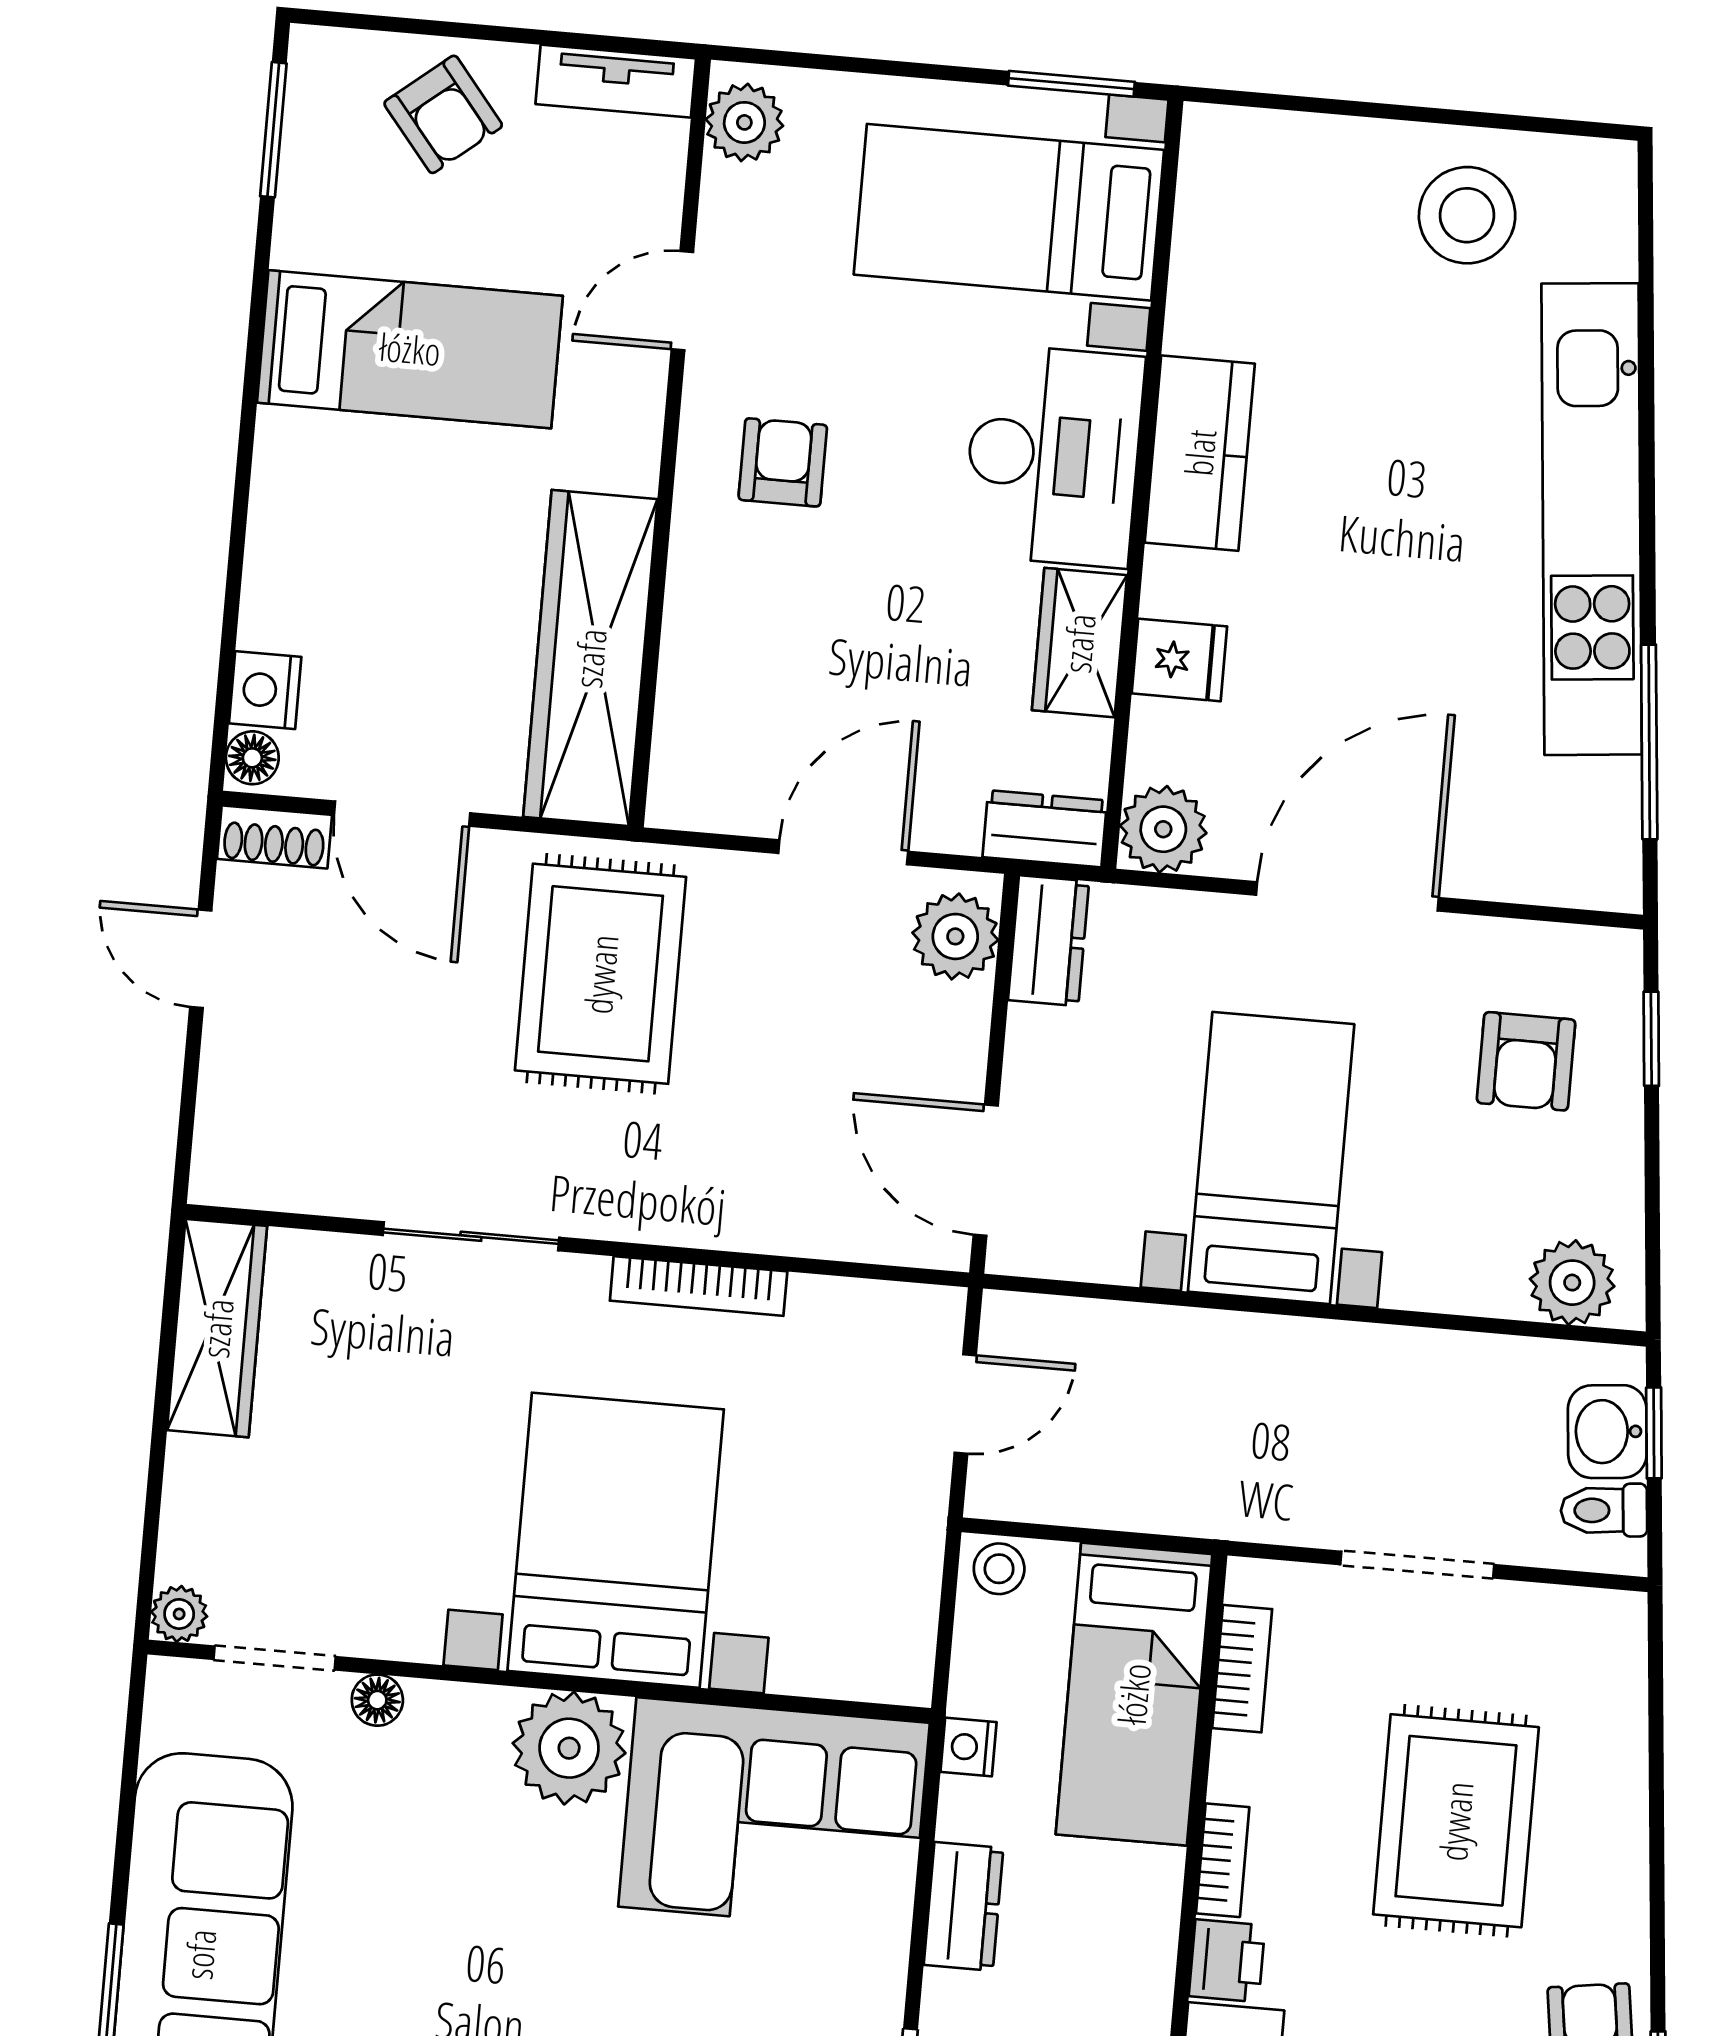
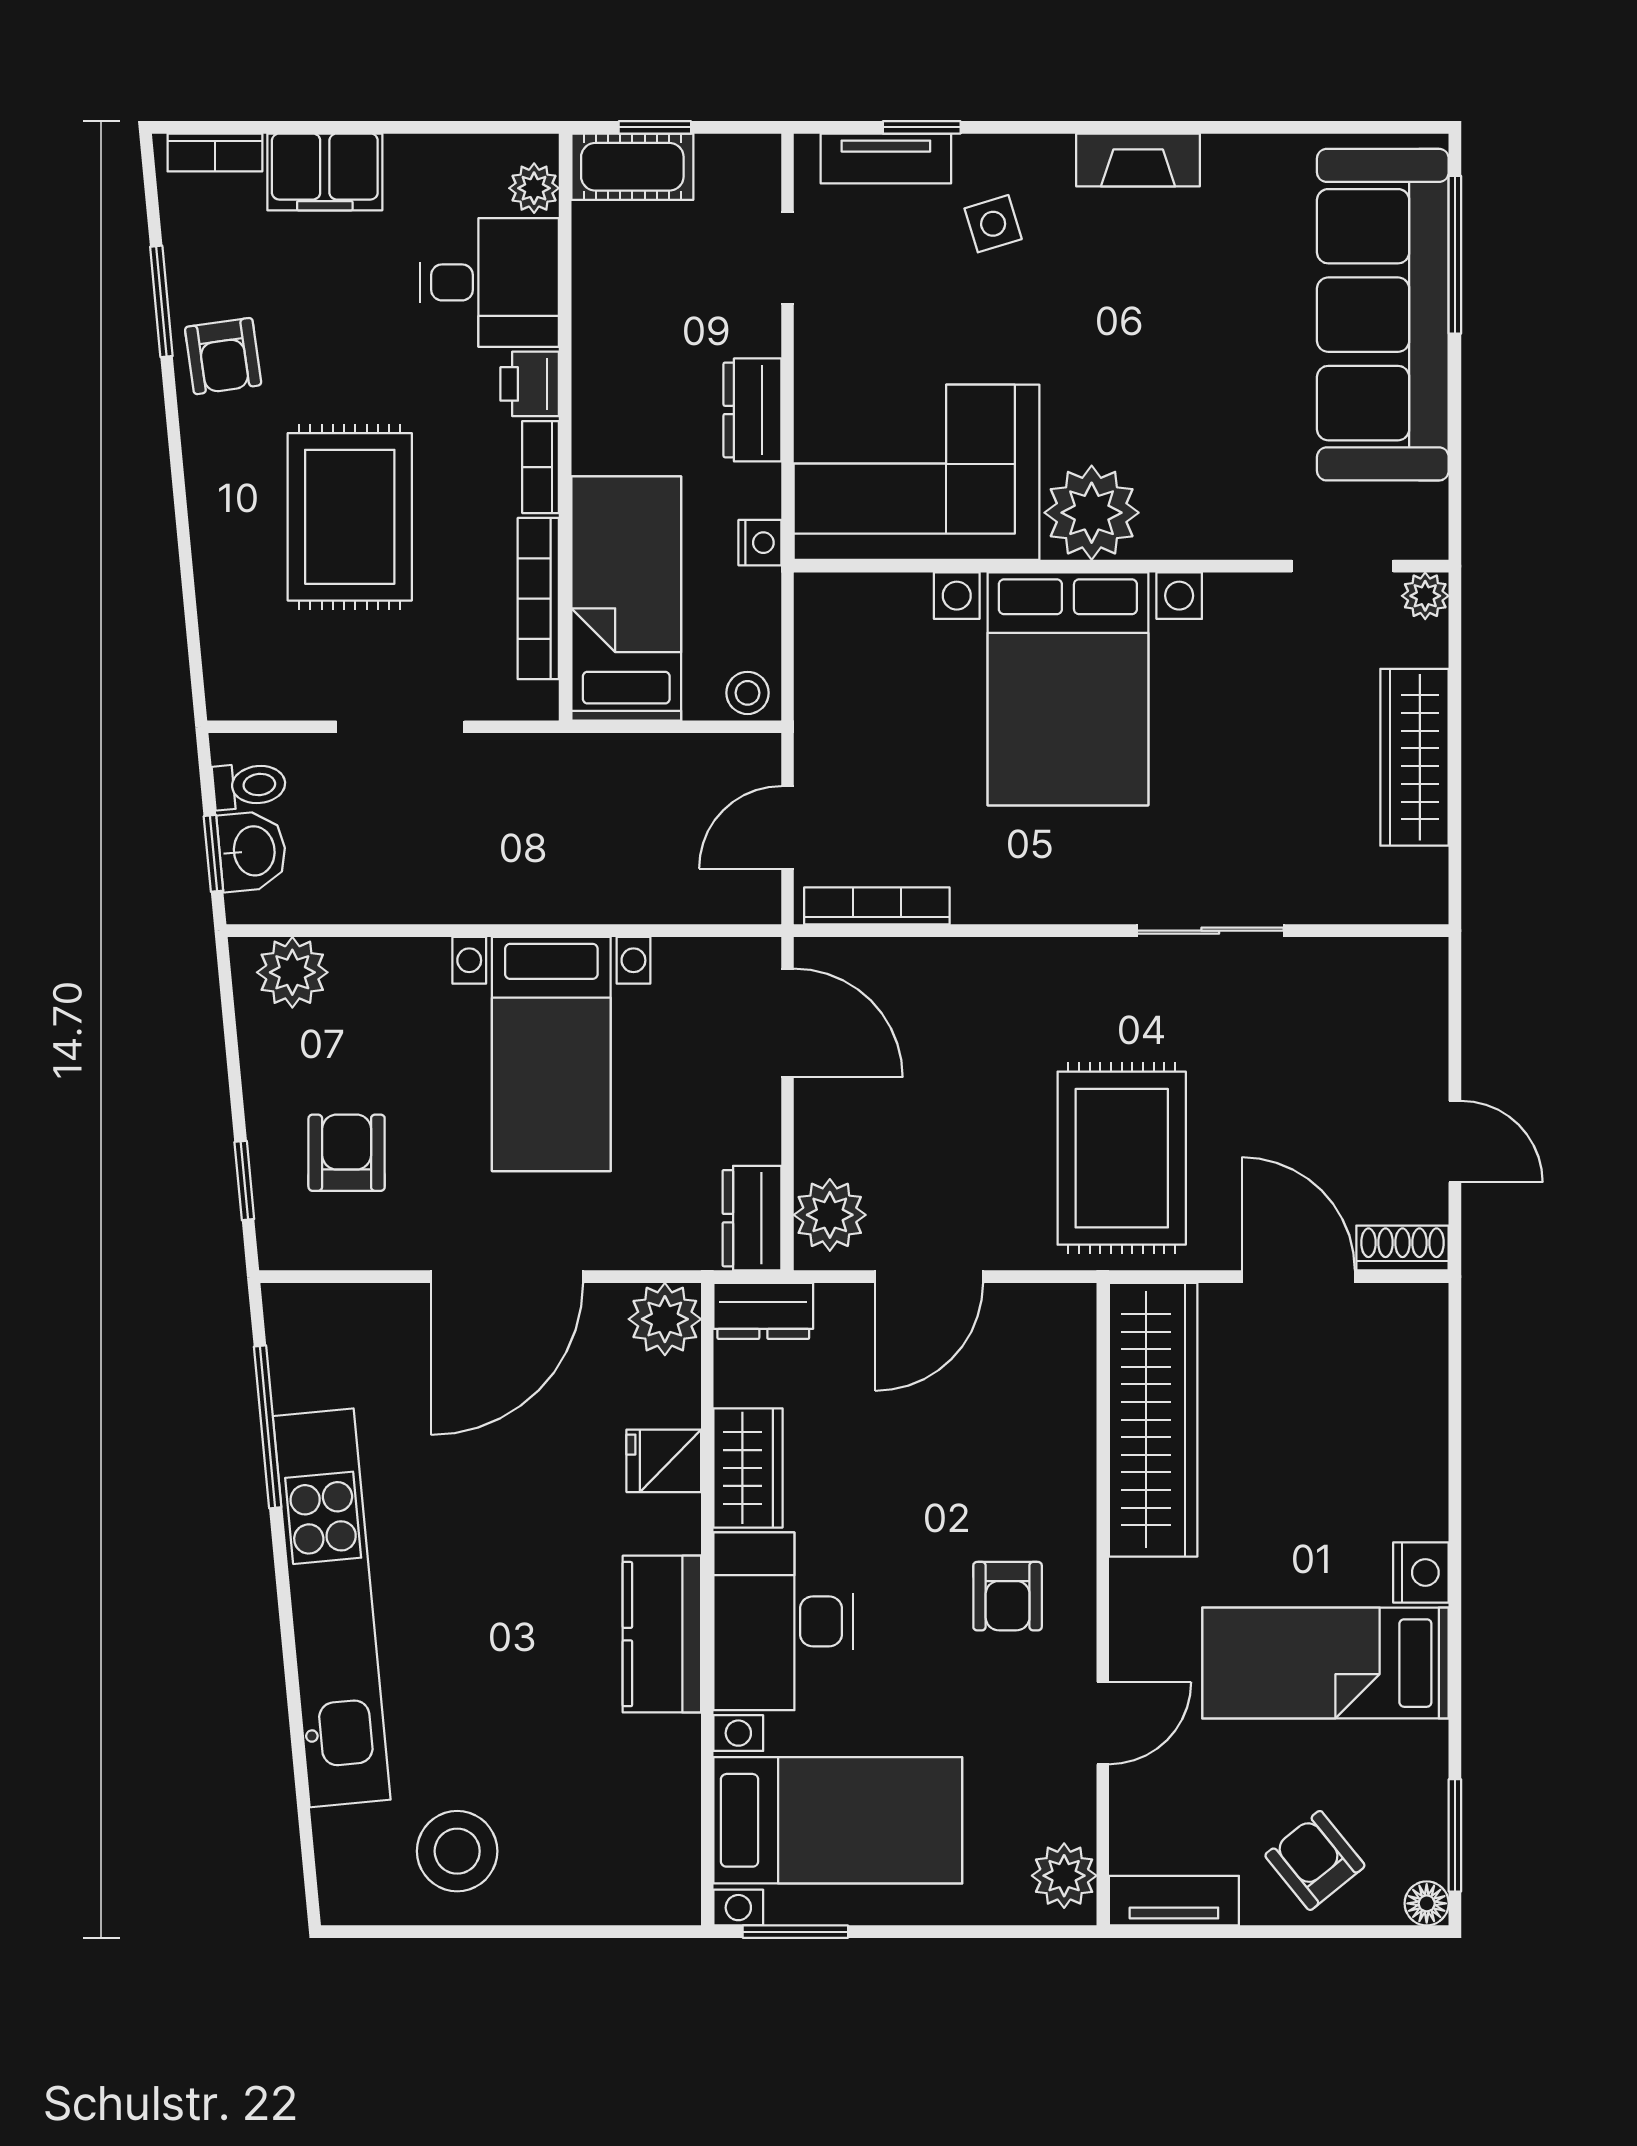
nightstand: (265, 690) -> (1421, 1572), moved
floor lamp: (252, 758) -> (1427, 1903), moved
bookcase: (699, 1286) -> (877, 906), moved
wardrobe: (217, 1328) -> (1414, 757), moved
bookcase: (1242, 1669) -> (538, 599), width x1.56
floor lamp: (377, 1700) -> (1254, 539), removed

